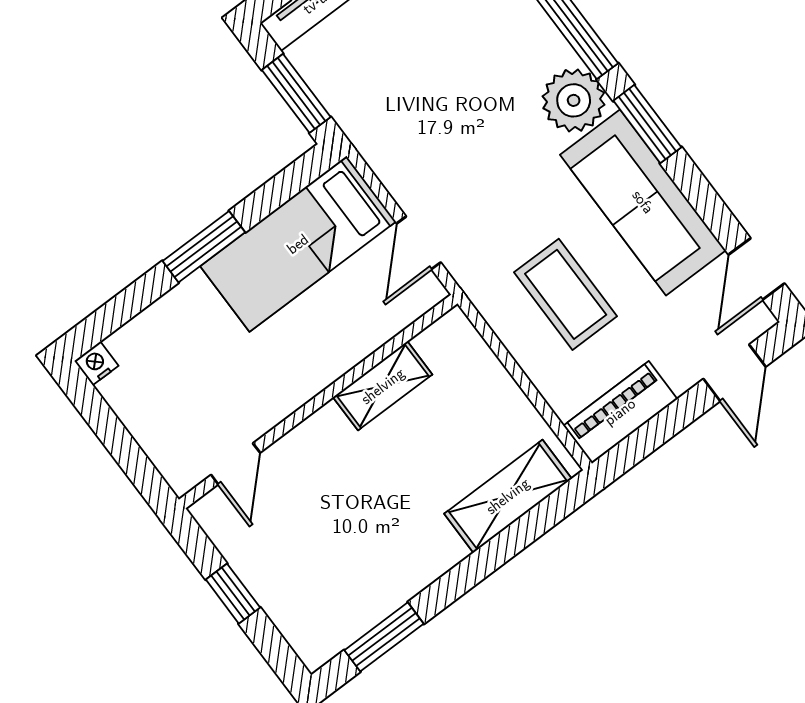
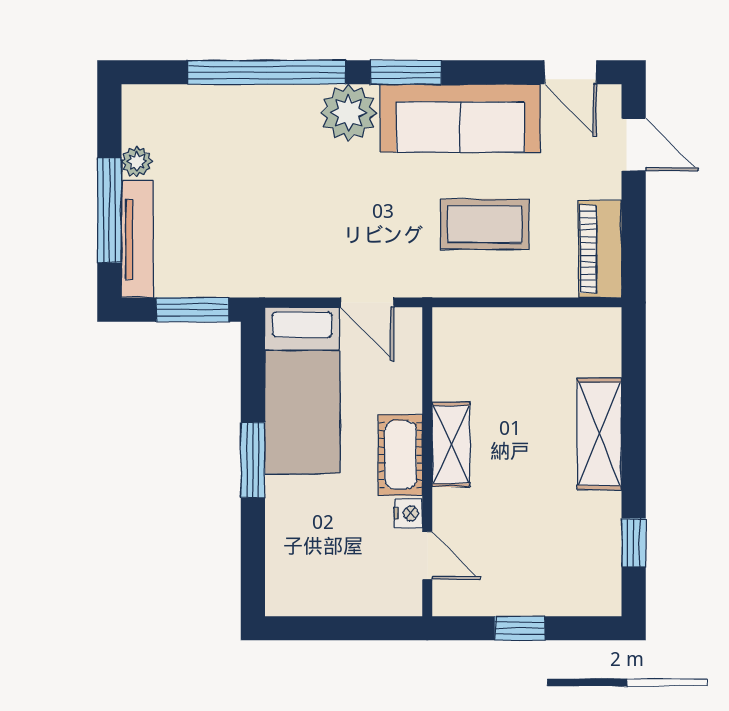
nightstand: (96, 363) -> (409, 513), moved, turned 180
cot: (306, 373) -> (400, 455), added
shelving: (383, 386) -> (451, 445), moved
shelving: (508, 496) -> (599, 434), moved
window: (384, 637) -> (634, 543), width x0.67

